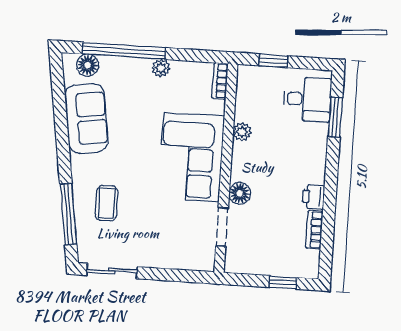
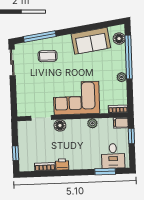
filing cabinet: (247, 78) -> (121, 123), added

